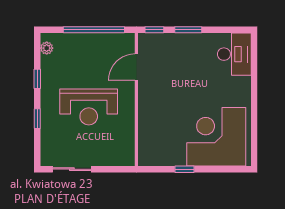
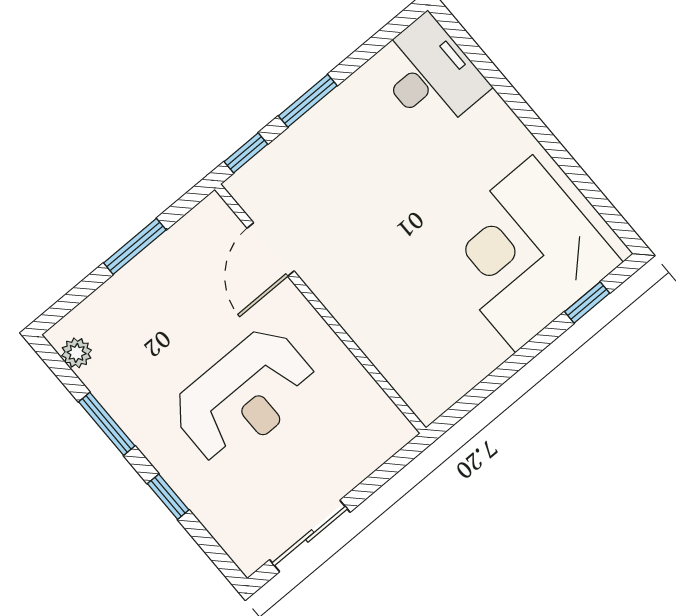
window: (94, 30) -> (135, 246), width x0.47
window: (37, 79) -> (107, 424), width x1.50
window: (185, 169) -> (587, 302), moved

